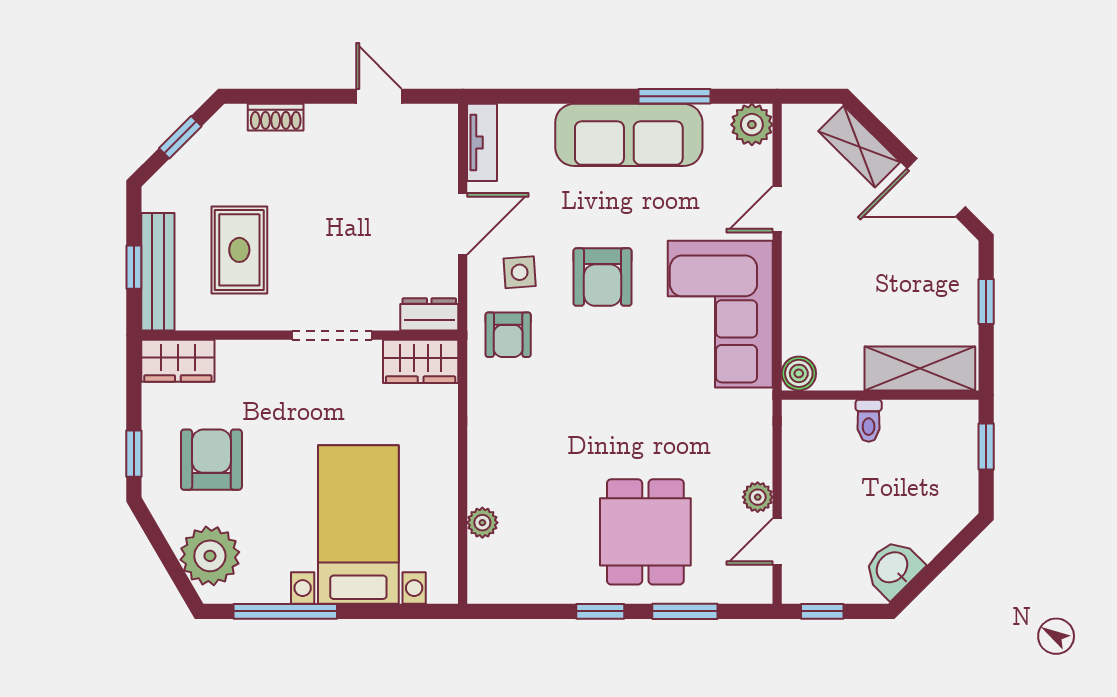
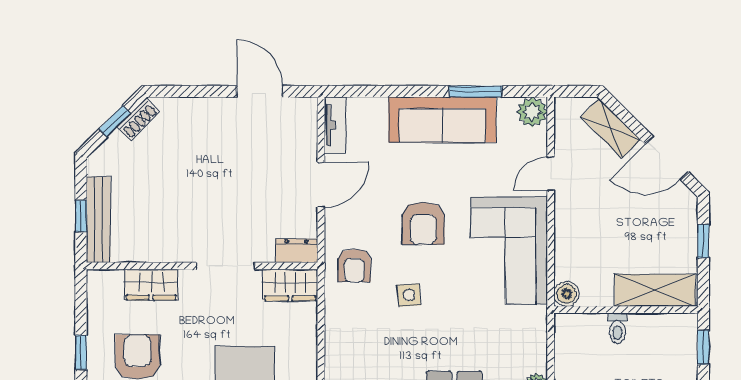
door: (379, 96) -> (260, 91), width x1.38
shoe rack: (276, 117) -> (138, 119), moved, turned -45
rug: (239, 250) -> (158, 204), removed
side table: (520, 272) -> (409, 295), moved
wardrobe: (178, 361) -> (151, 285), moved

